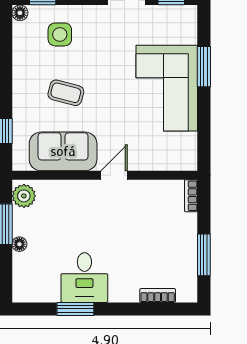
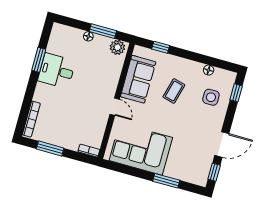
floor lamp: (20, 13) -> (209, 70), moved
corner sofa: (167, 88) -> (141, 149), moved
bookcase: (158, 295) -> (31, 119), width x1.56

